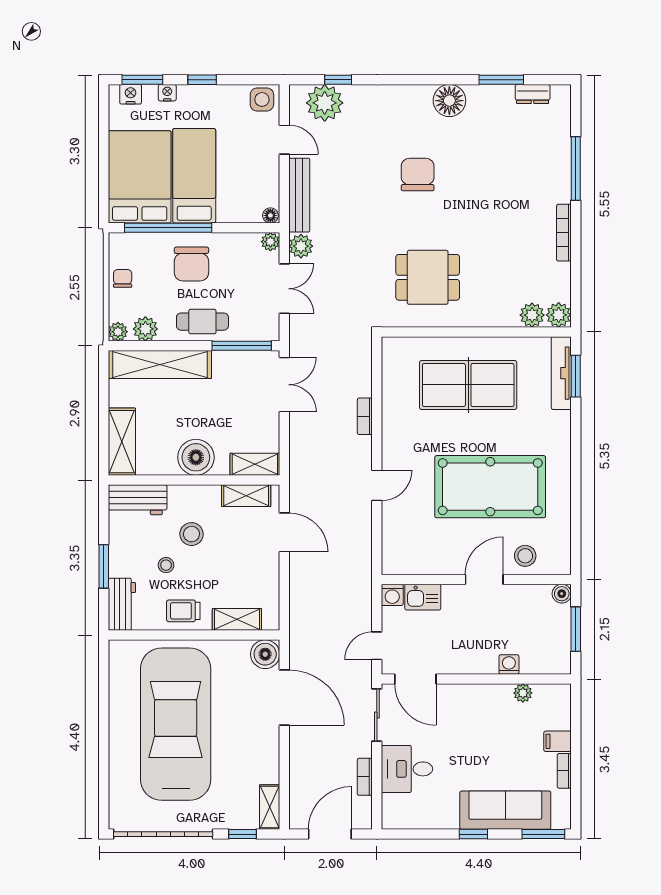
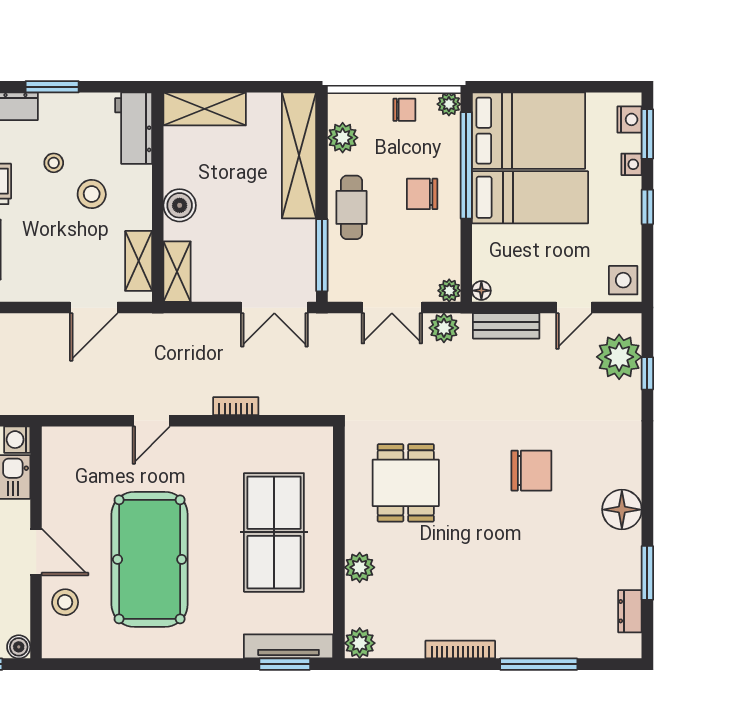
bench: (299, 195) -> (506, 326), width x0.73
chair: (191, 264) -> (422, 194), width x0.73, depth x0.73
plant: (532, 315) -> (360, 567), moved
plant: (118, 332) -> (449, 104), moved
boiler: (196, 457) -> (180, 205), width x0.73, depth x0.73
door: (377, 485) -> (151, 421), hinge flipped

